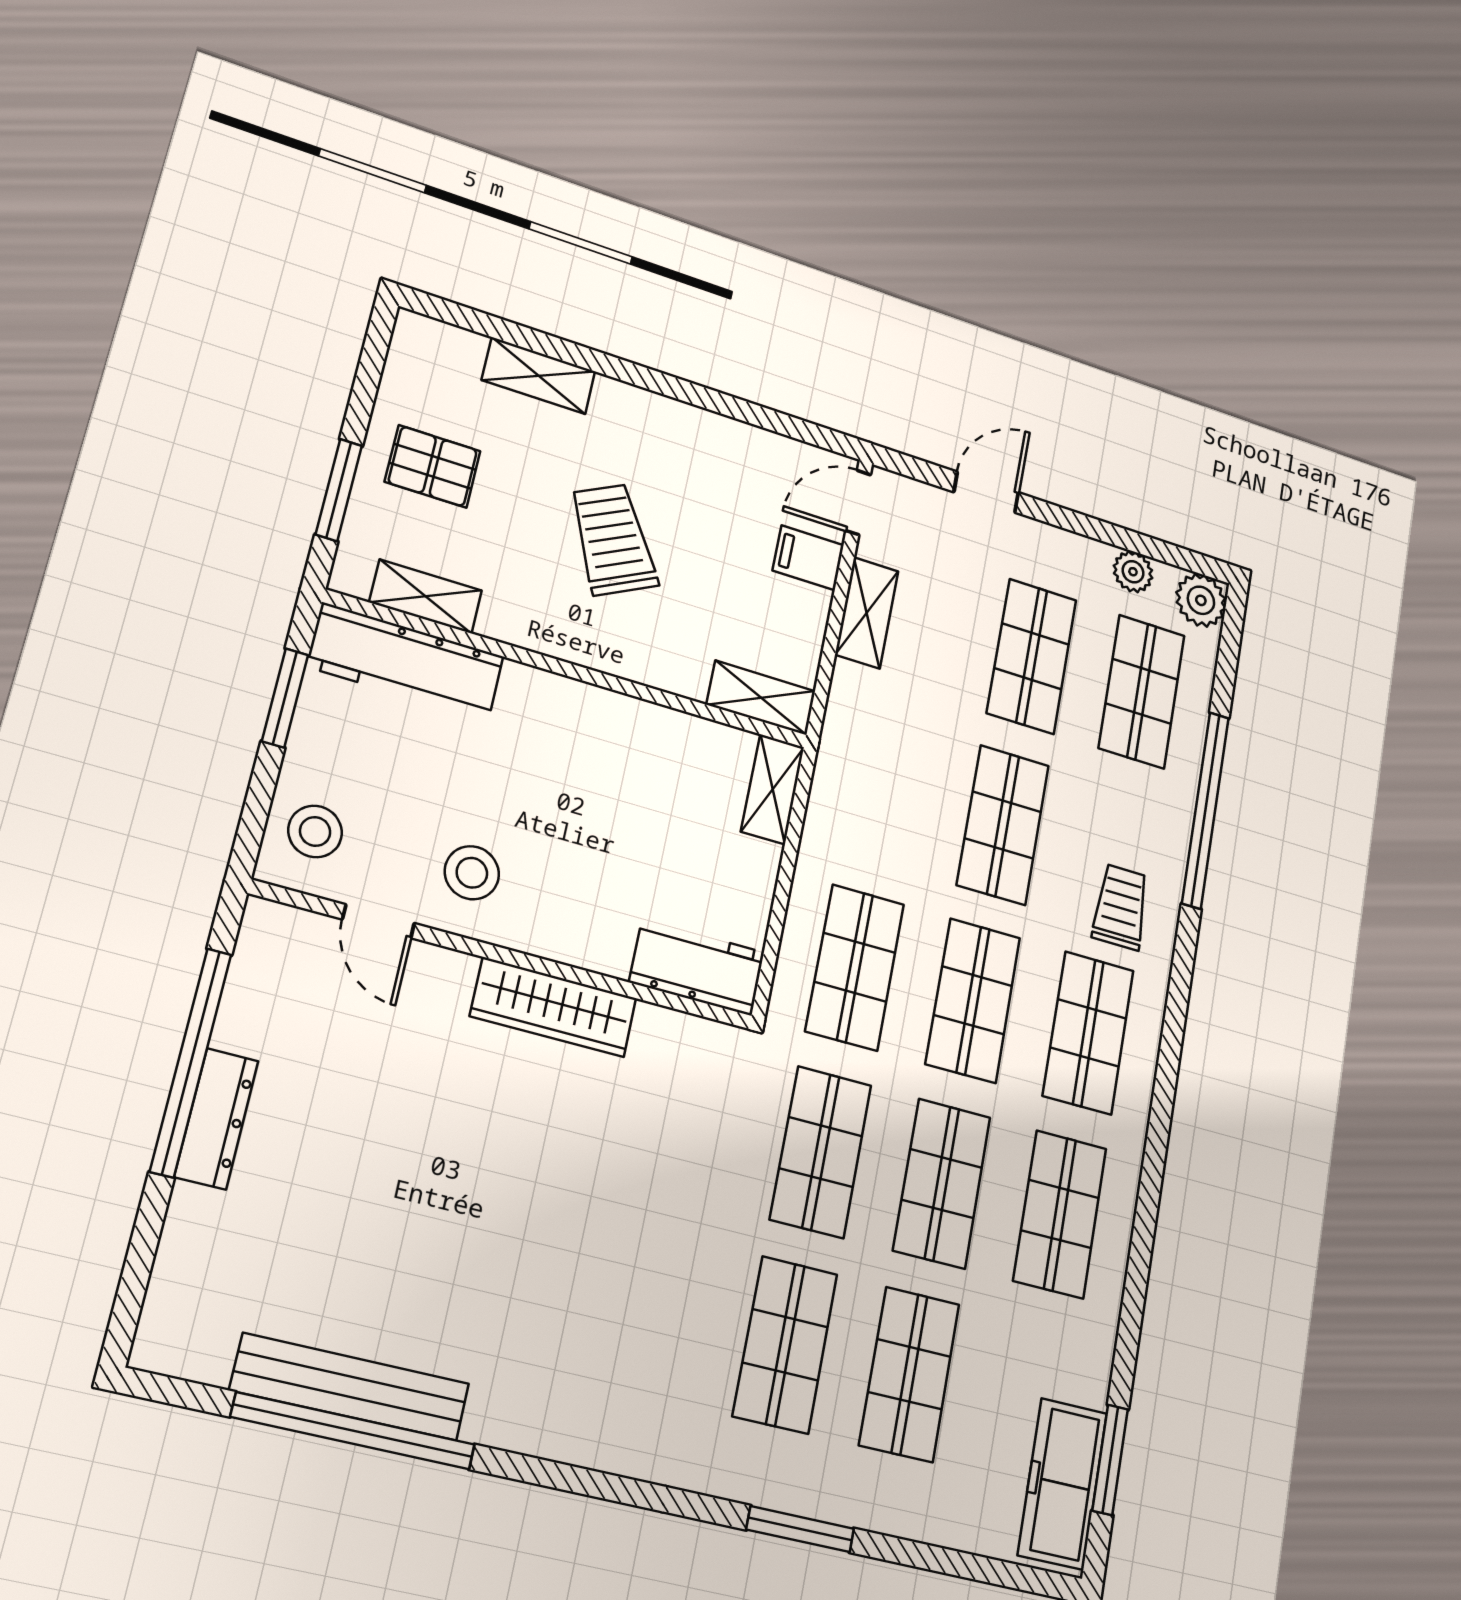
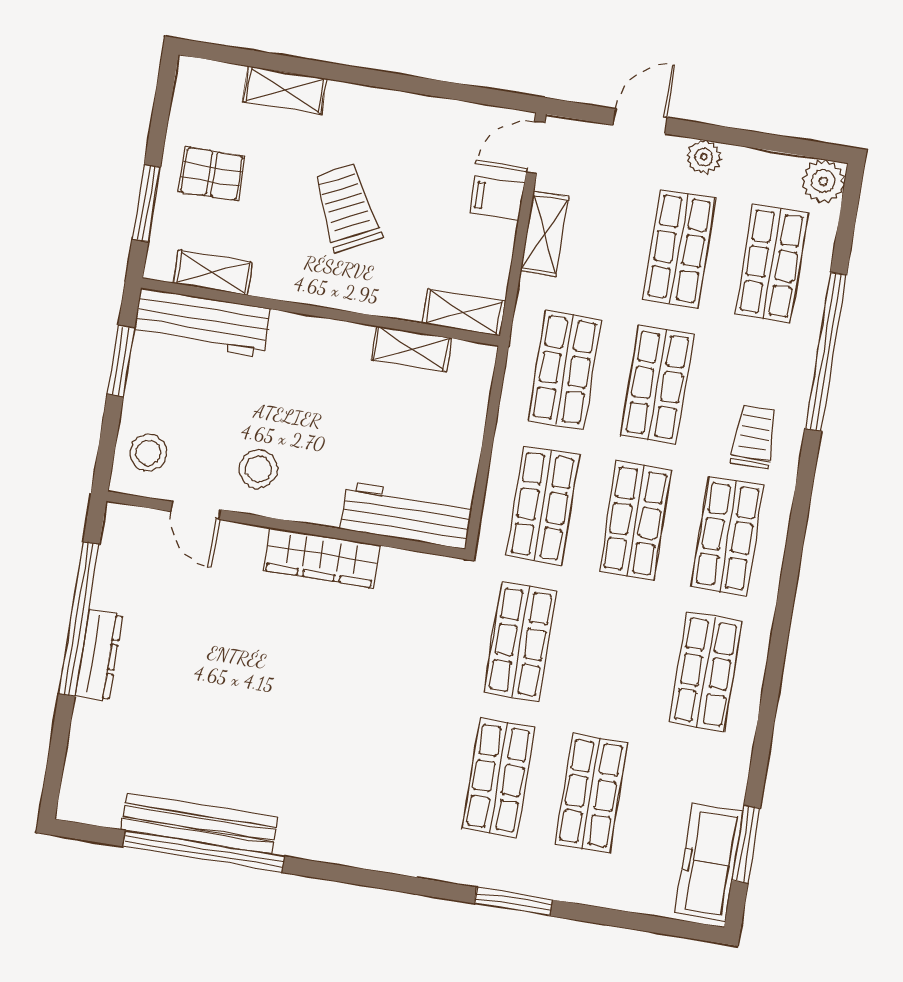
plant: (1133, 572) -> (704, 157), moved
shelving: (773, 789) -> (411, 349), moved, turned 90
workbench: (697, 967) -> (407, 516), width x1.37
shop shelf: (942, 1183) -> (565, 370), moved

